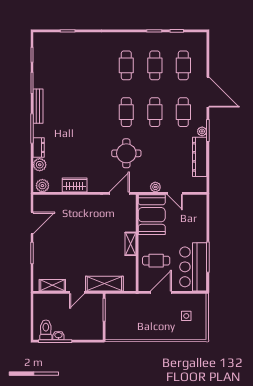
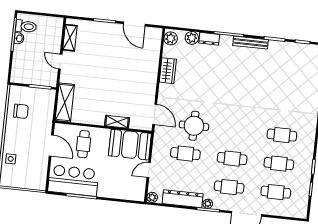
cafe table: (126, 112) -> (185, 154), moved
plant: (155, 187) -> (152, 197), moved
shelving: (131, 244) -> (117, 122), moved
shelving: (104, 284) -> (65, 102), moved
side table: (186, 316) -> (11, 159), moved
chair: (130, 326) -> (21, 111), added

